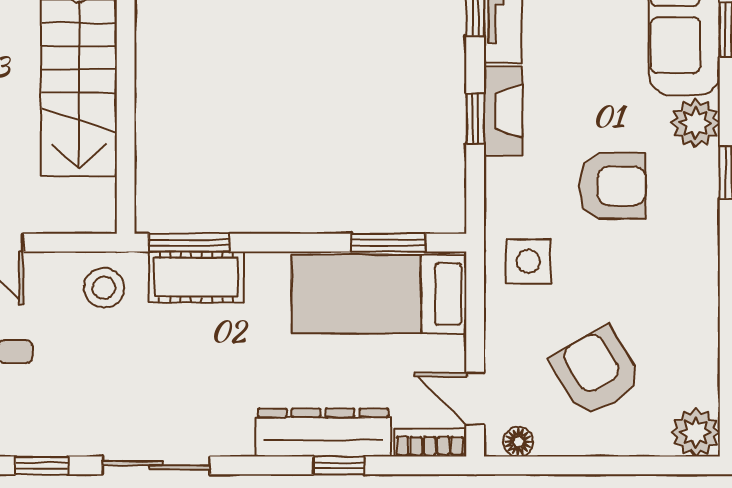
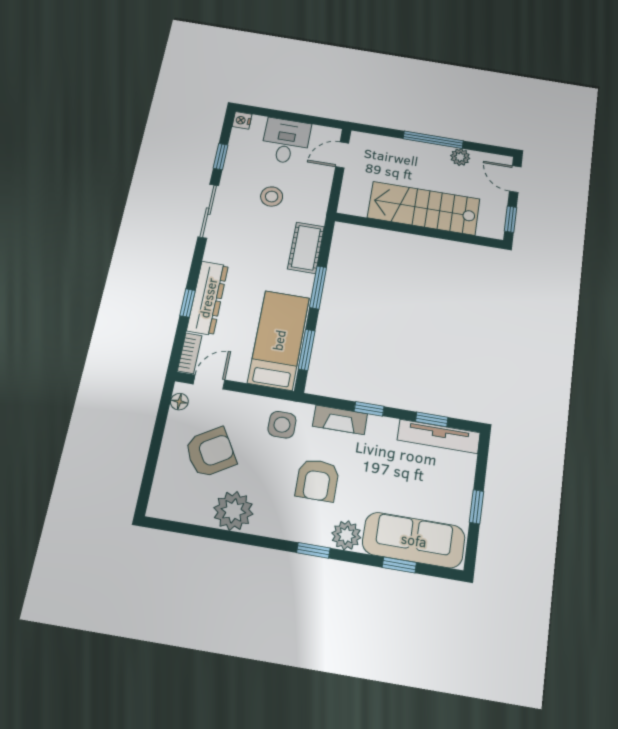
fireplace: (503, 111) -> (340, 420), moved
window: (189, 243) -> (318, 287), moved
stool: (104, 288) -> (272, 197), moved
plant: (696, 432) -> (233, 511), moved, width x1.36, depth x1.36

